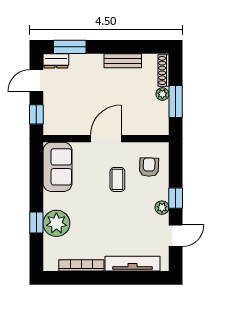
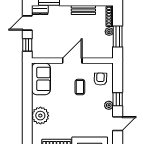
window: (36, 222) -> (27, 115), removed

